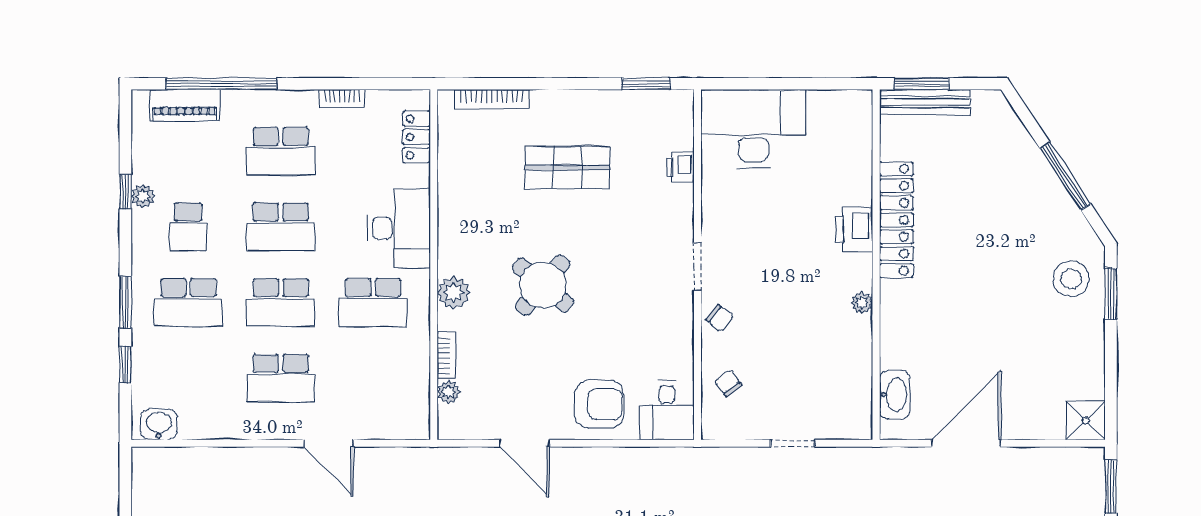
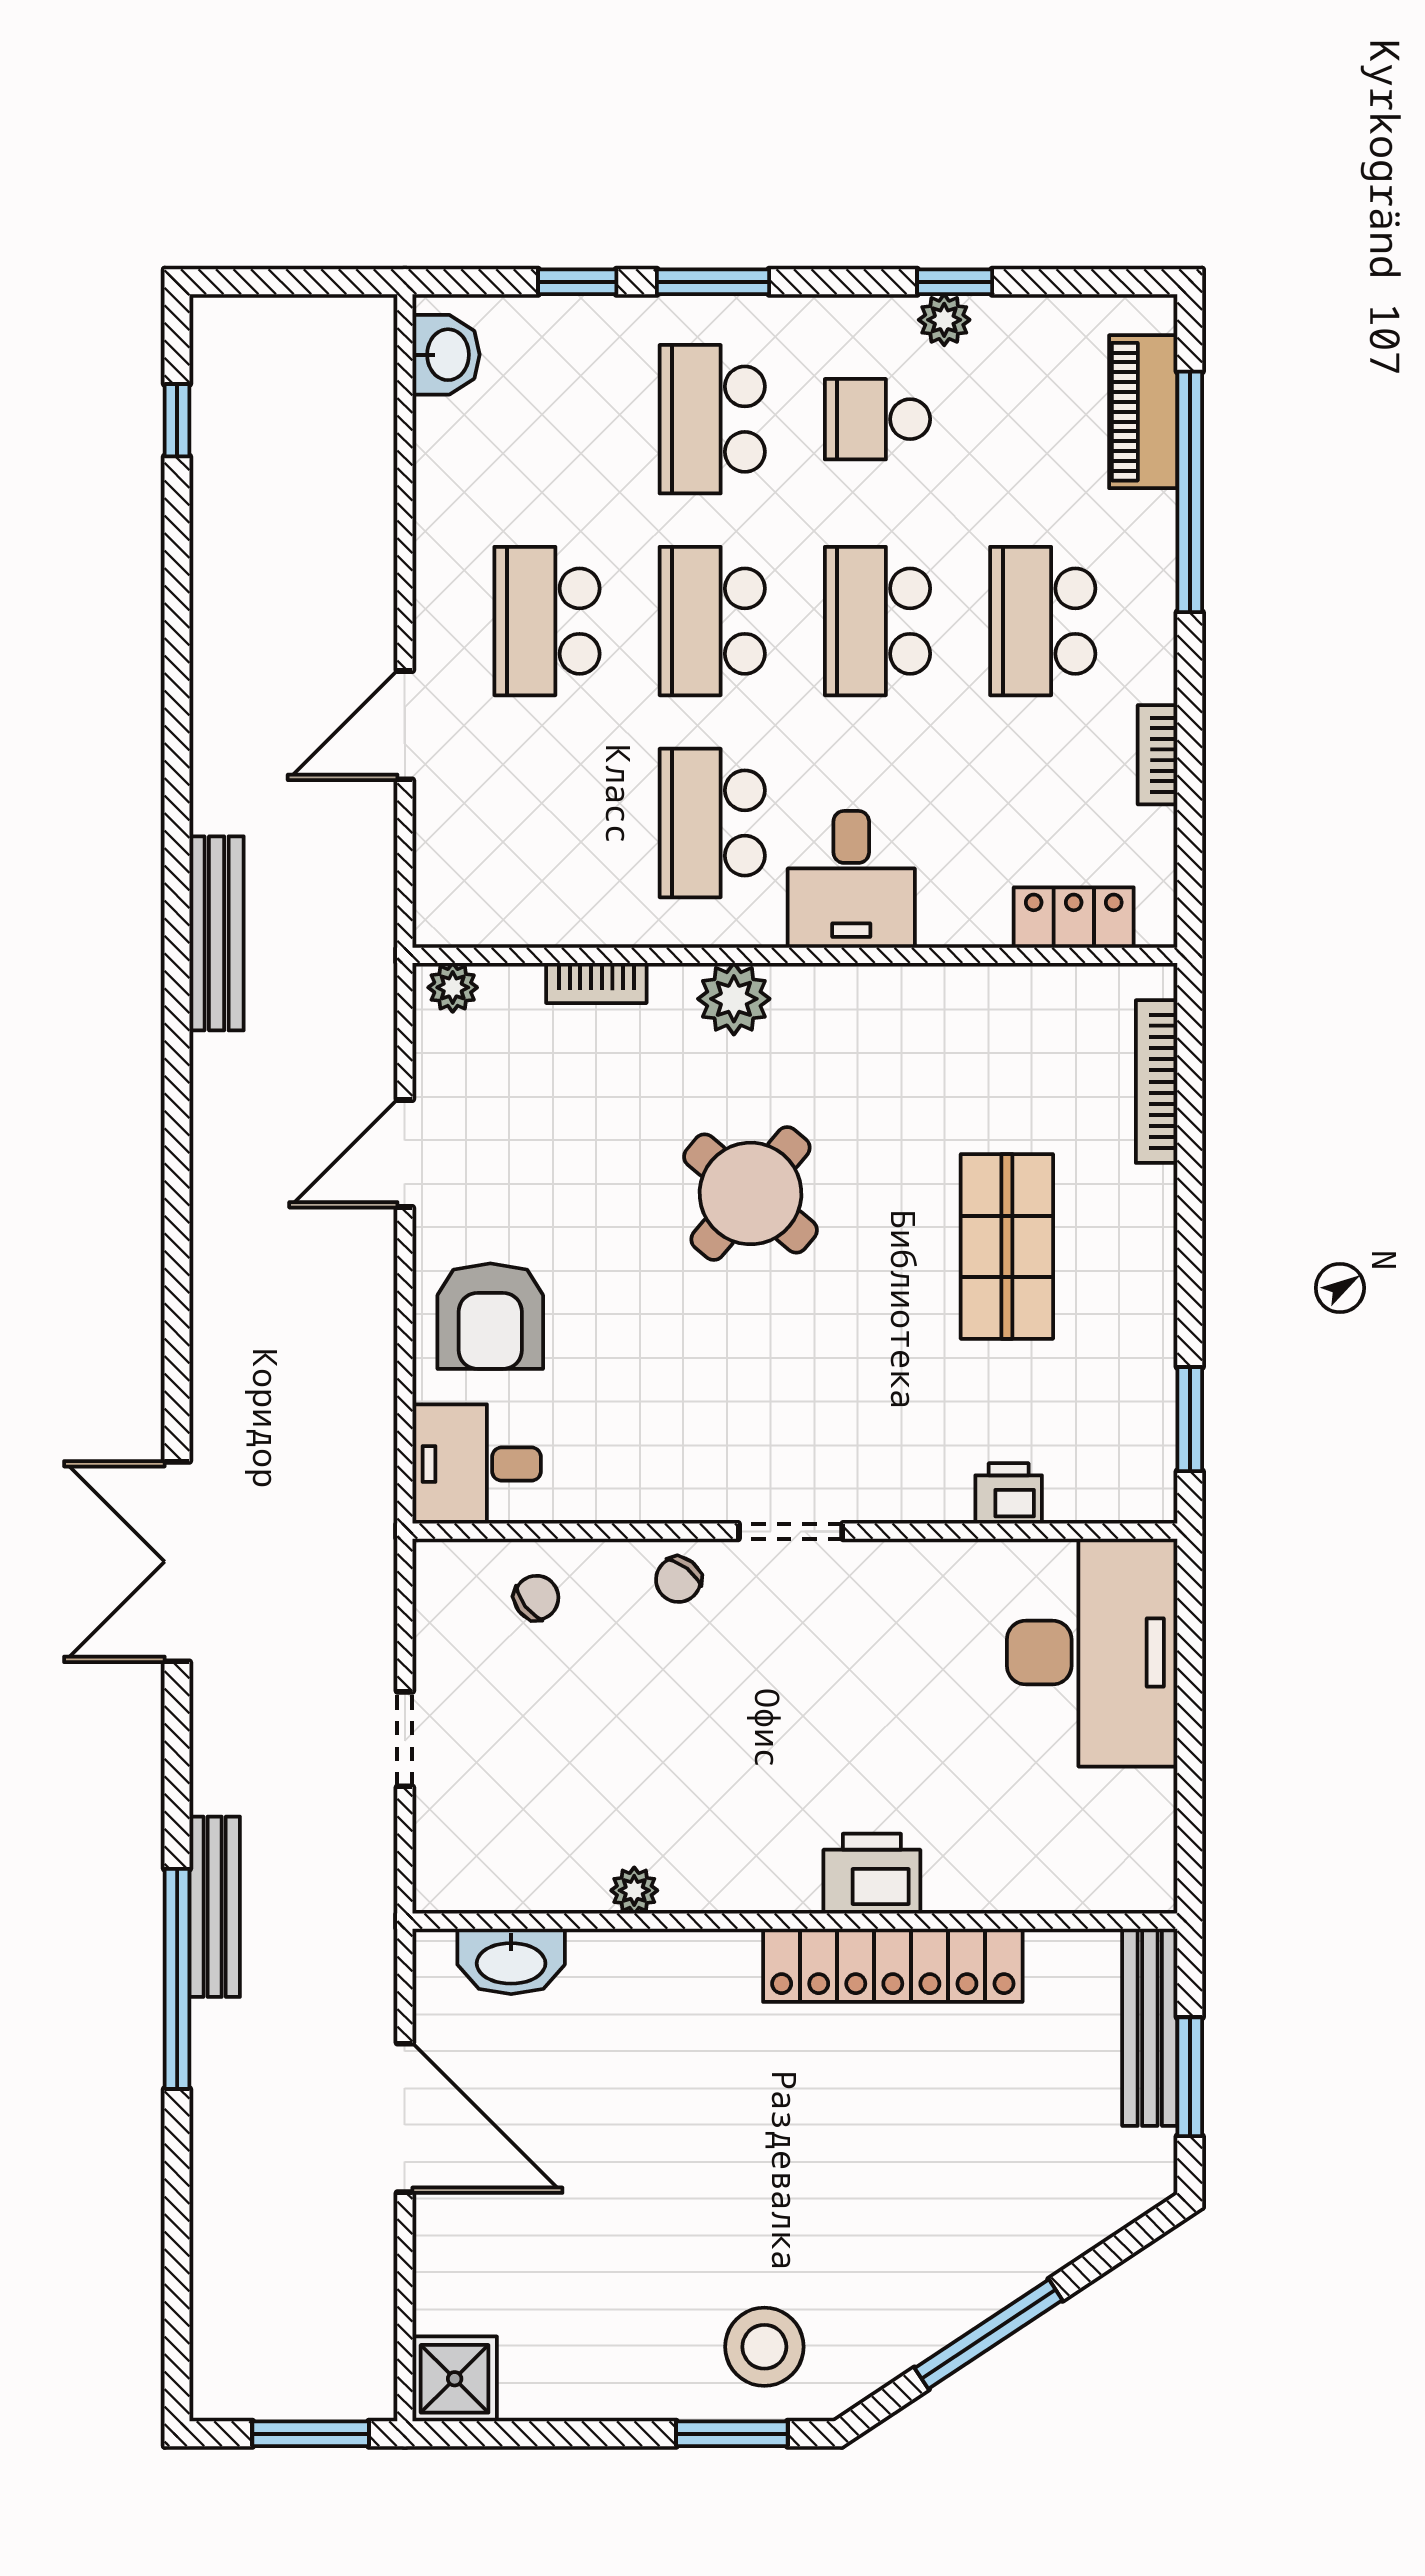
window: (922, 84) -> (1190, 2077), moved
desk: (399, 228) -> (851, 879), width x0.73
plant: (862, 303) -> (634, 1890), moved
plant: (449, 392) -> (453, 987), moved

